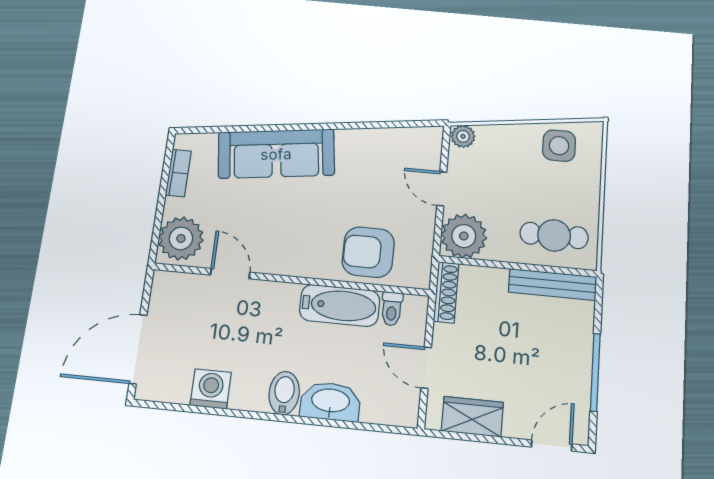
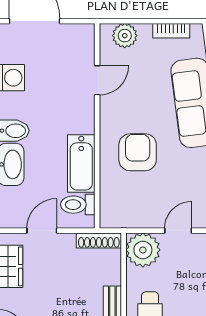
plant: (181, 238) -> (125, 36), width x0.73, depth x0.73
armchair: (368, 252) -> (138, 152), moved
toilet: (392, 309) -> (78, 205), width x1.37, depth x1.39

